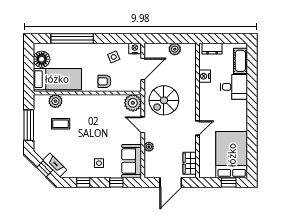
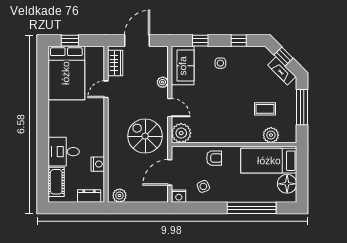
plant: (175, 49) -> (120, 195), moved
spiral stairs: (164, 100) -> (145, 136), turned -90
door: (197, 128) -> (106, 89), moved
fireplace: (55, 165) -> (282, 71), moved

